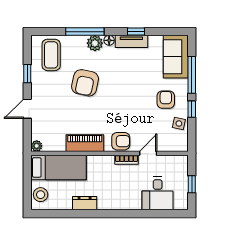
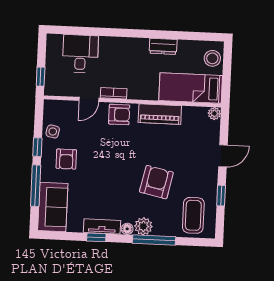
armchair: (121, 141) -> (119, 114), turned 180
window: (192, 184) -> (41, 77), moved

